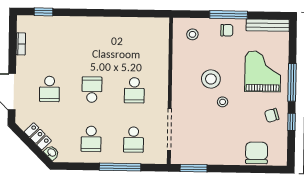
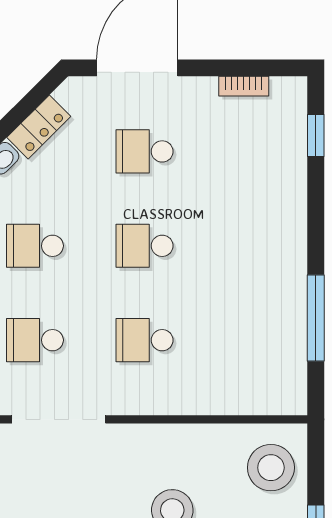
window: (126, 13) -> (316, 318), added
stool: (192, 34) -> (271, 468), width x1.89, depth x1.89
school desk: (92, 90) -> (145, 246), turned 180

